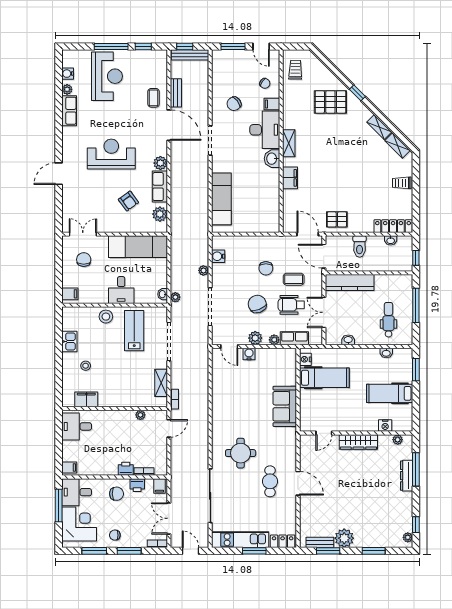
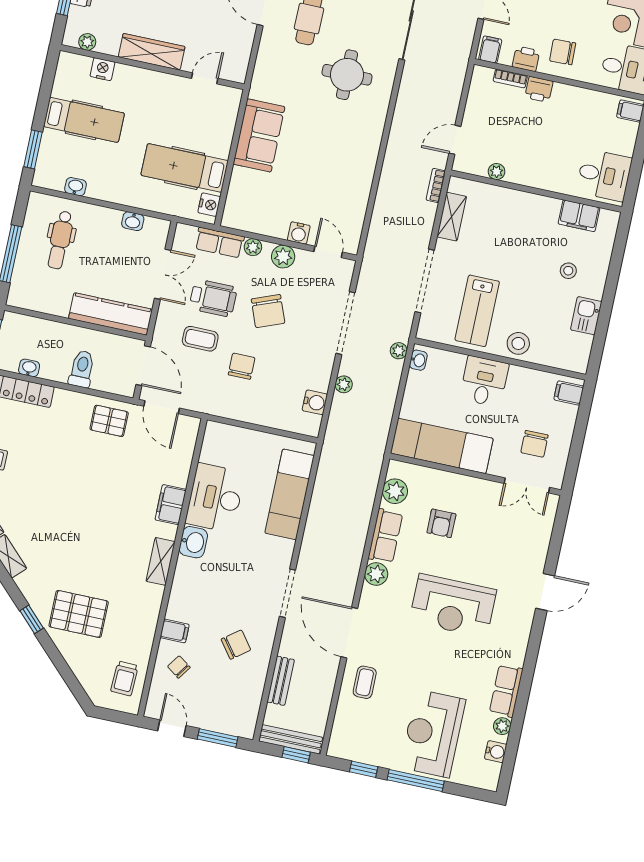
bench: (176, 93) -> (281, 681), moved
desk: (265, 130) -> (215, 498), moved
armchair: (128, 201) -> (441, 523), turned -144

